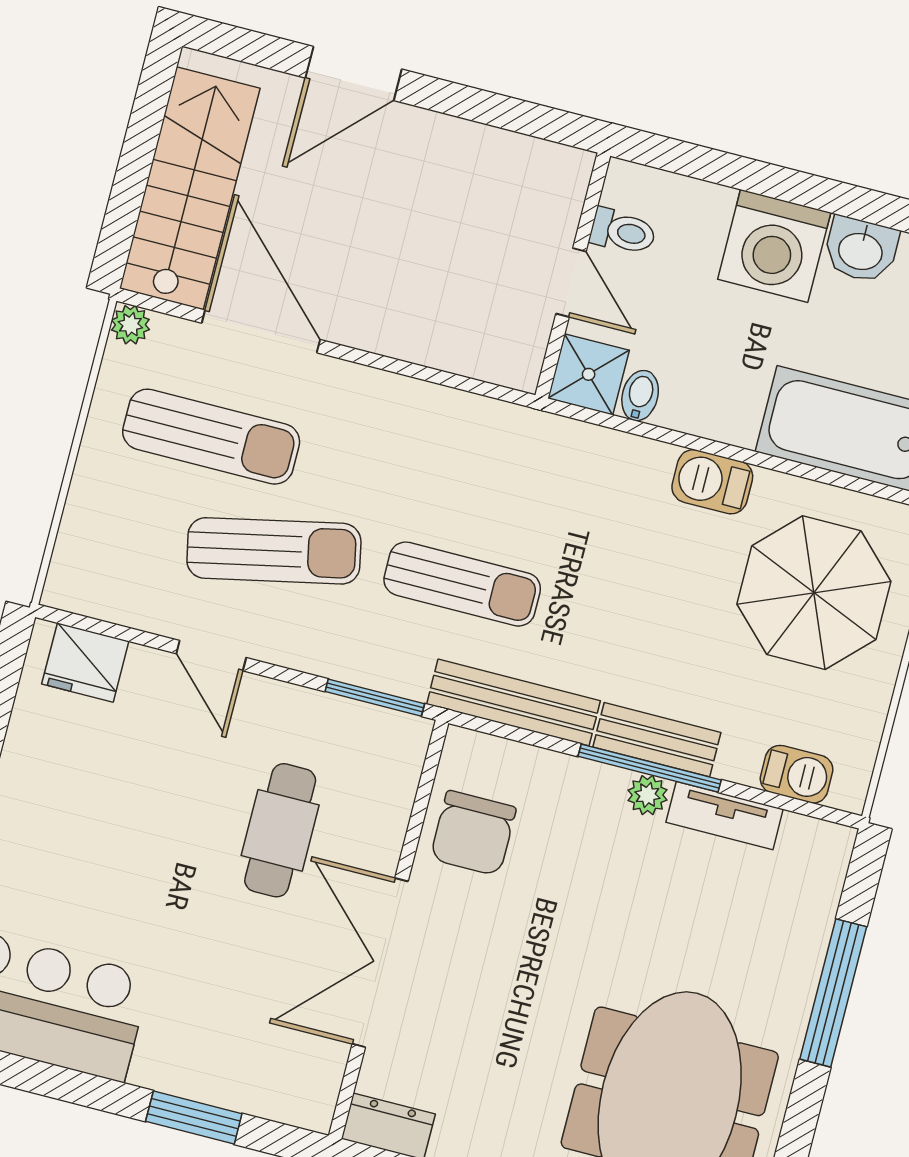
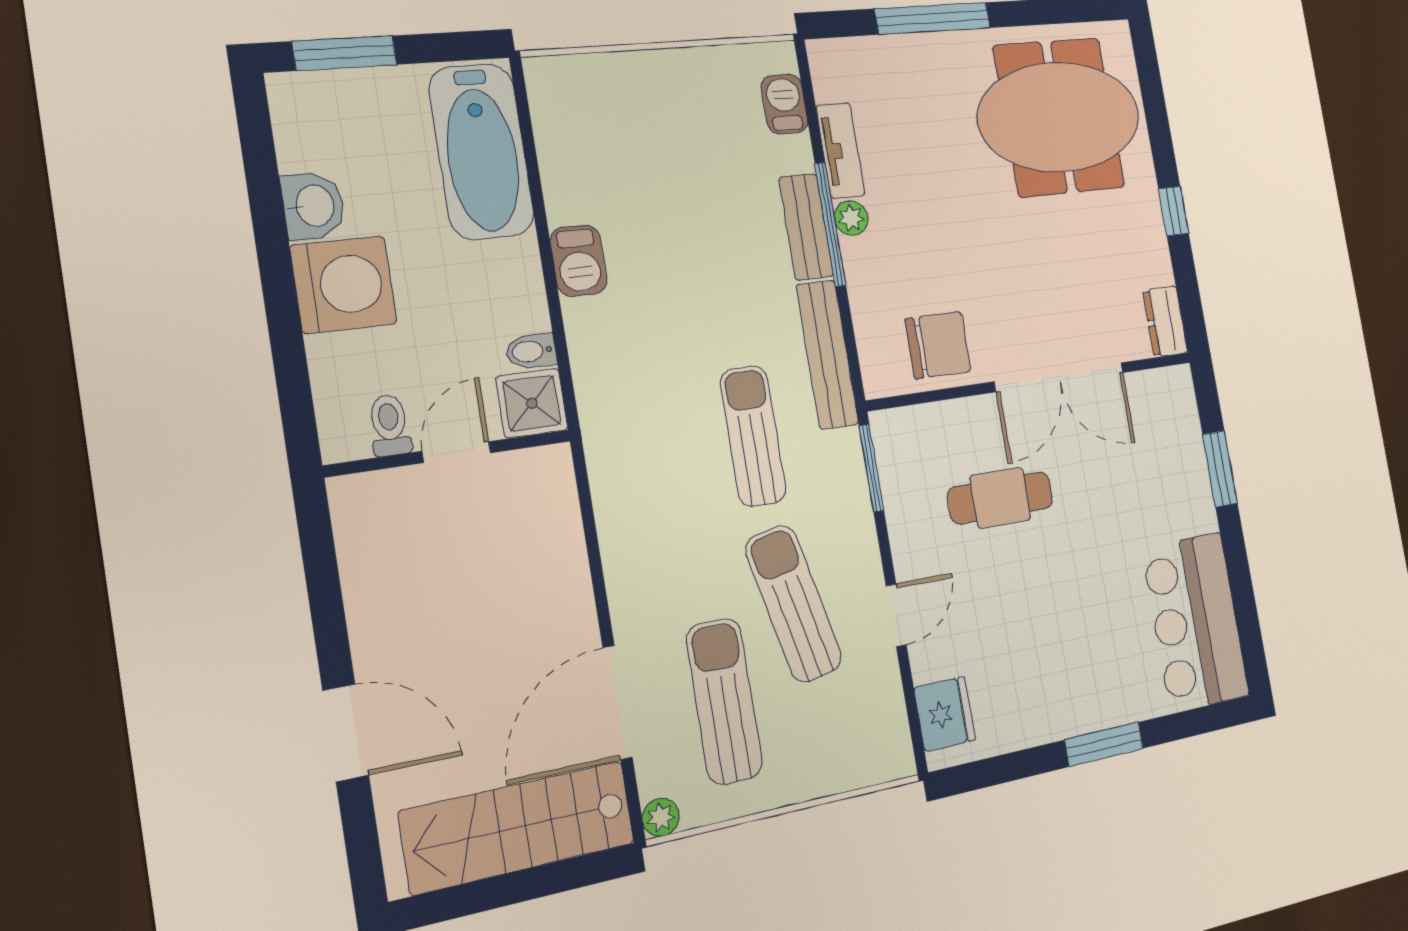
parasol: (814, 593) -> (634, 141), removed

